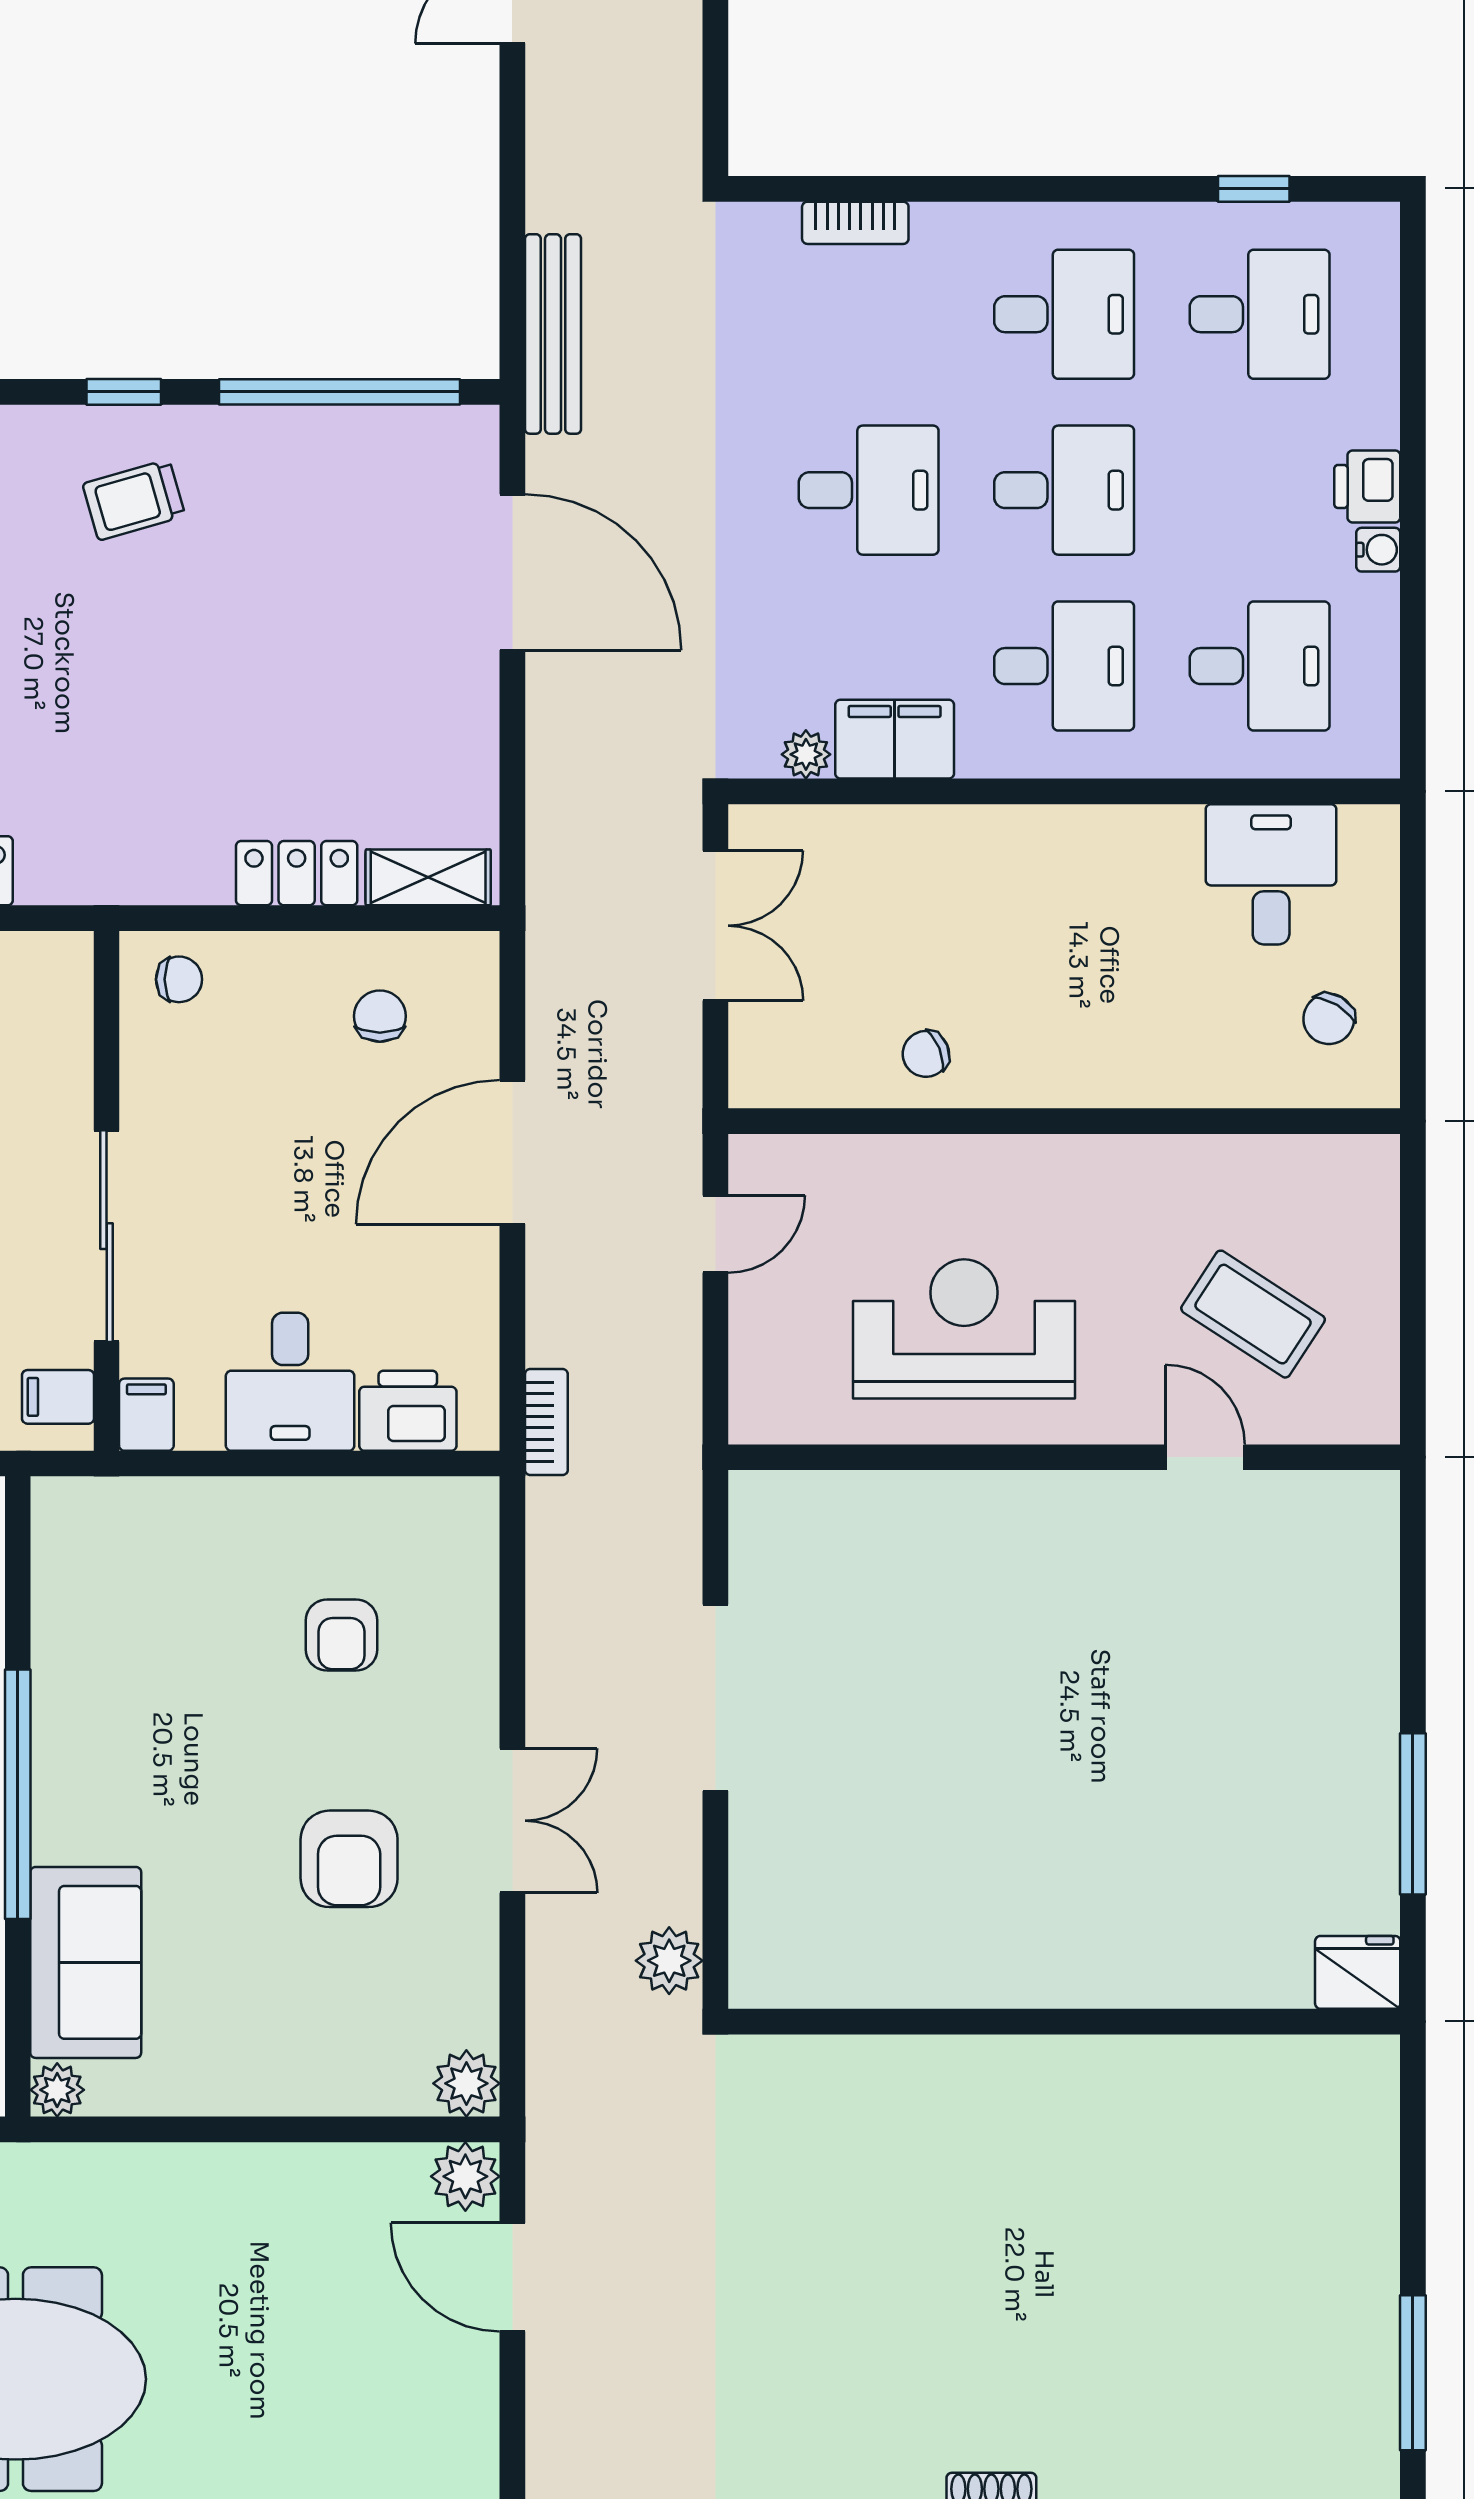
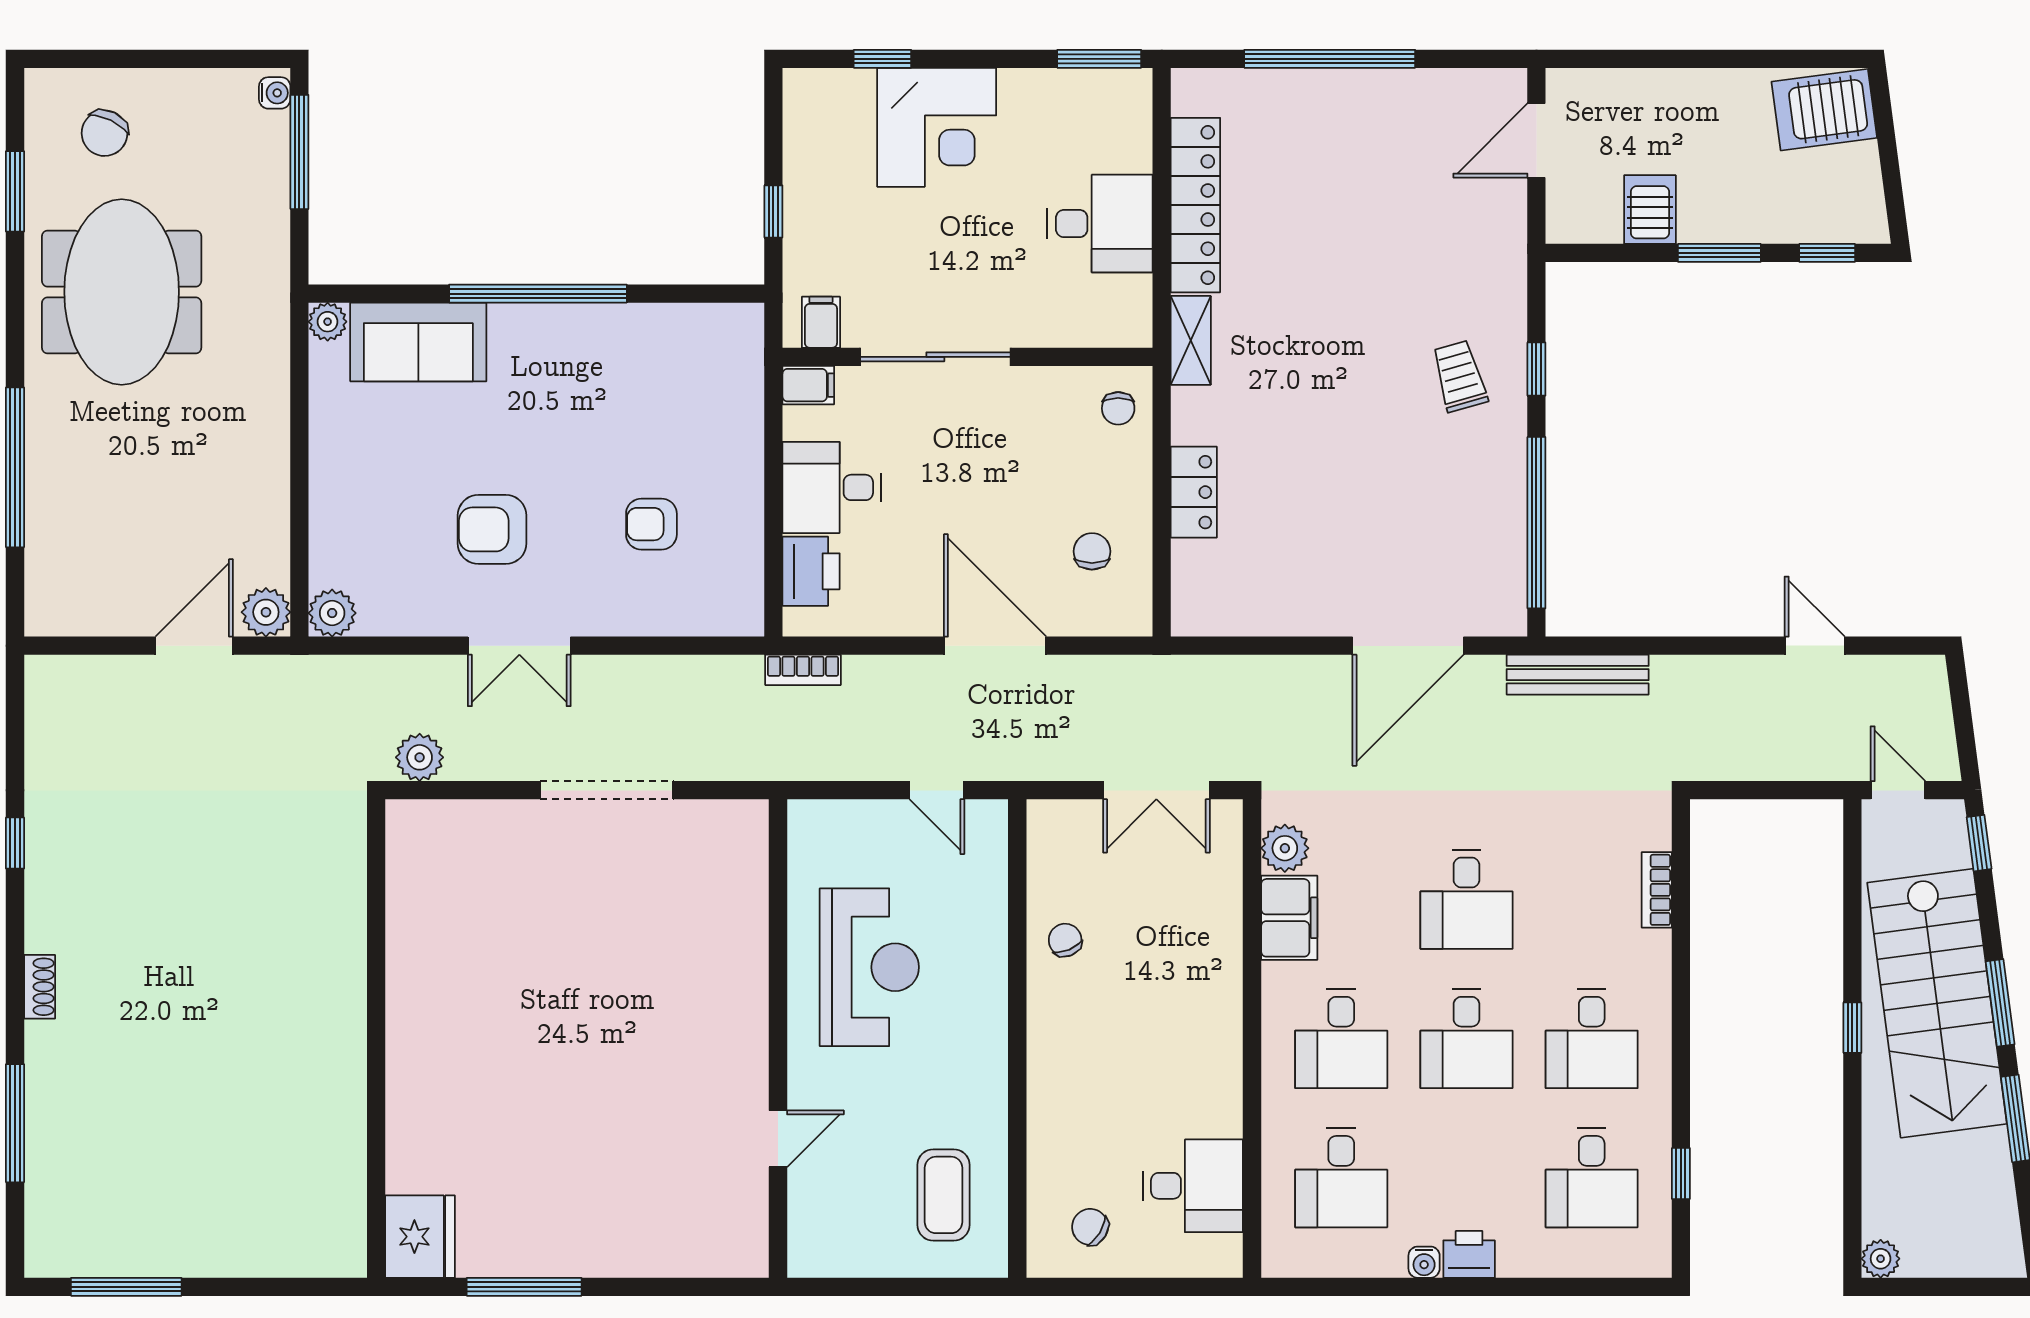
plant: (806, 754) -> (1285, 848), width x1.38, depth x1.38
shelving: (428, 877) -> (1191, 340), moved
chair: (380, 1016) -> (1092, 551), turned -90
coffee table: (1253, 1314) -> (943, 1195), moved, turned -33
fridge: (1358, 1972) -> (420, 1237), width x1.36, depth x1.34

